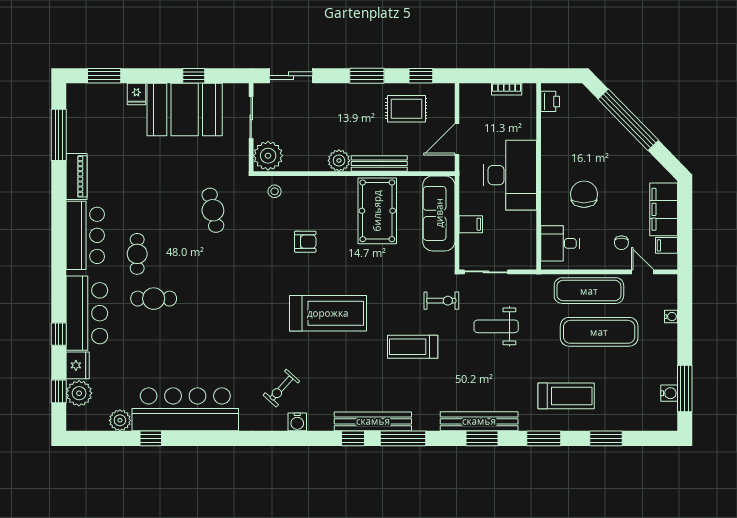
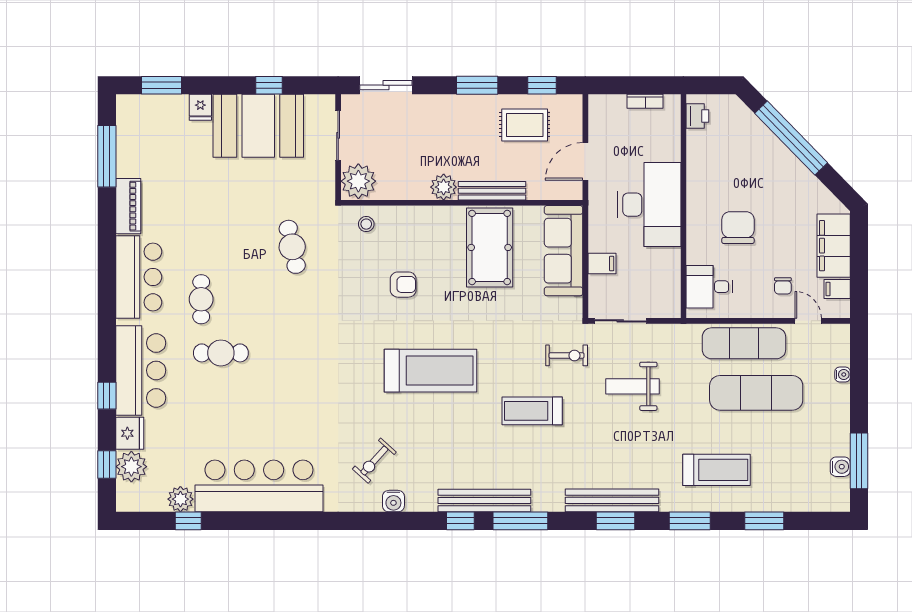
window: (151, 438) -> (188, 521), moved

